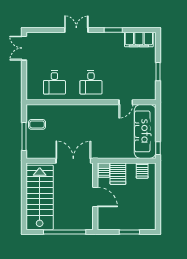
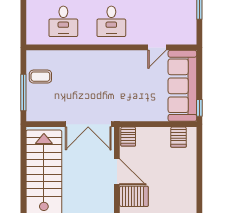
double door: (73, 161) -> (88, 124), swing flipped
server rack: (118, 174) -> (134, 196), moved, turned -90

